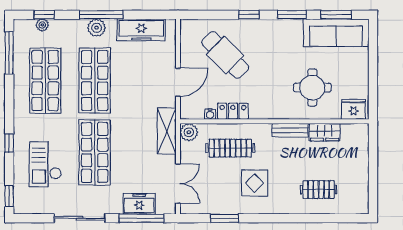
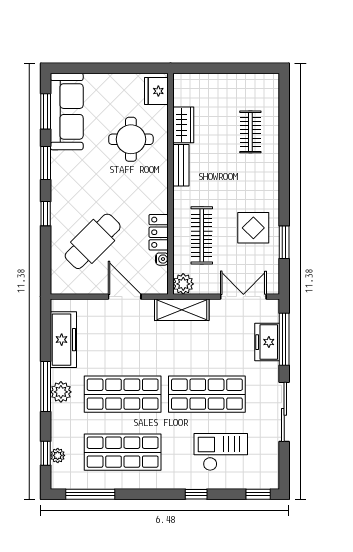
checkout: (45, 164) -> (221, 452), turned 180
display table: (255, 183) -> (253, 228), moved

